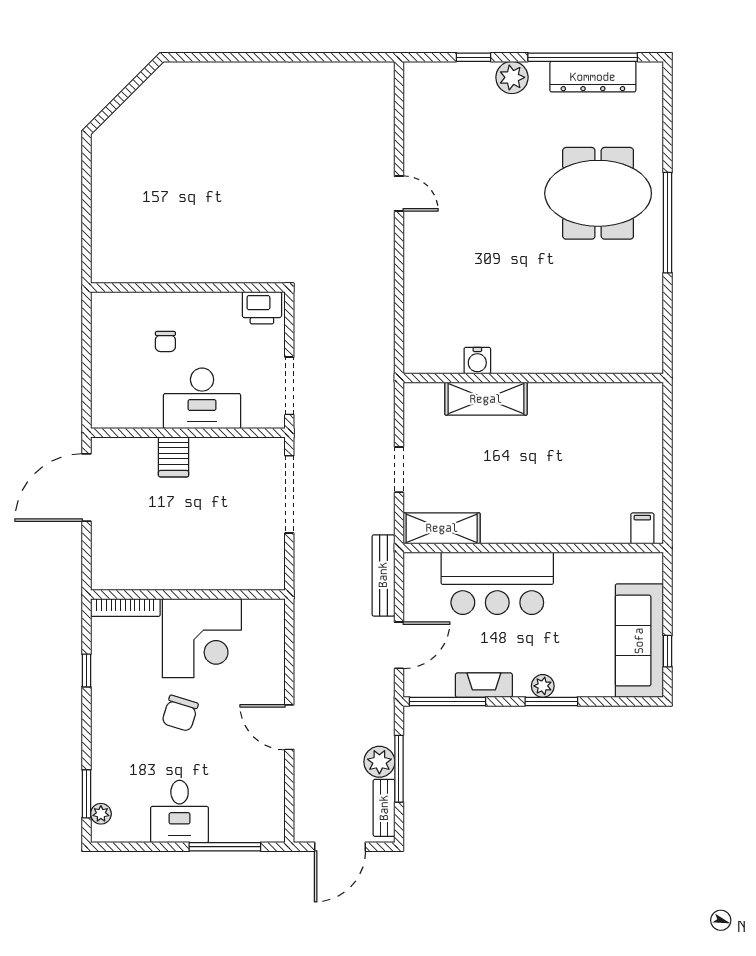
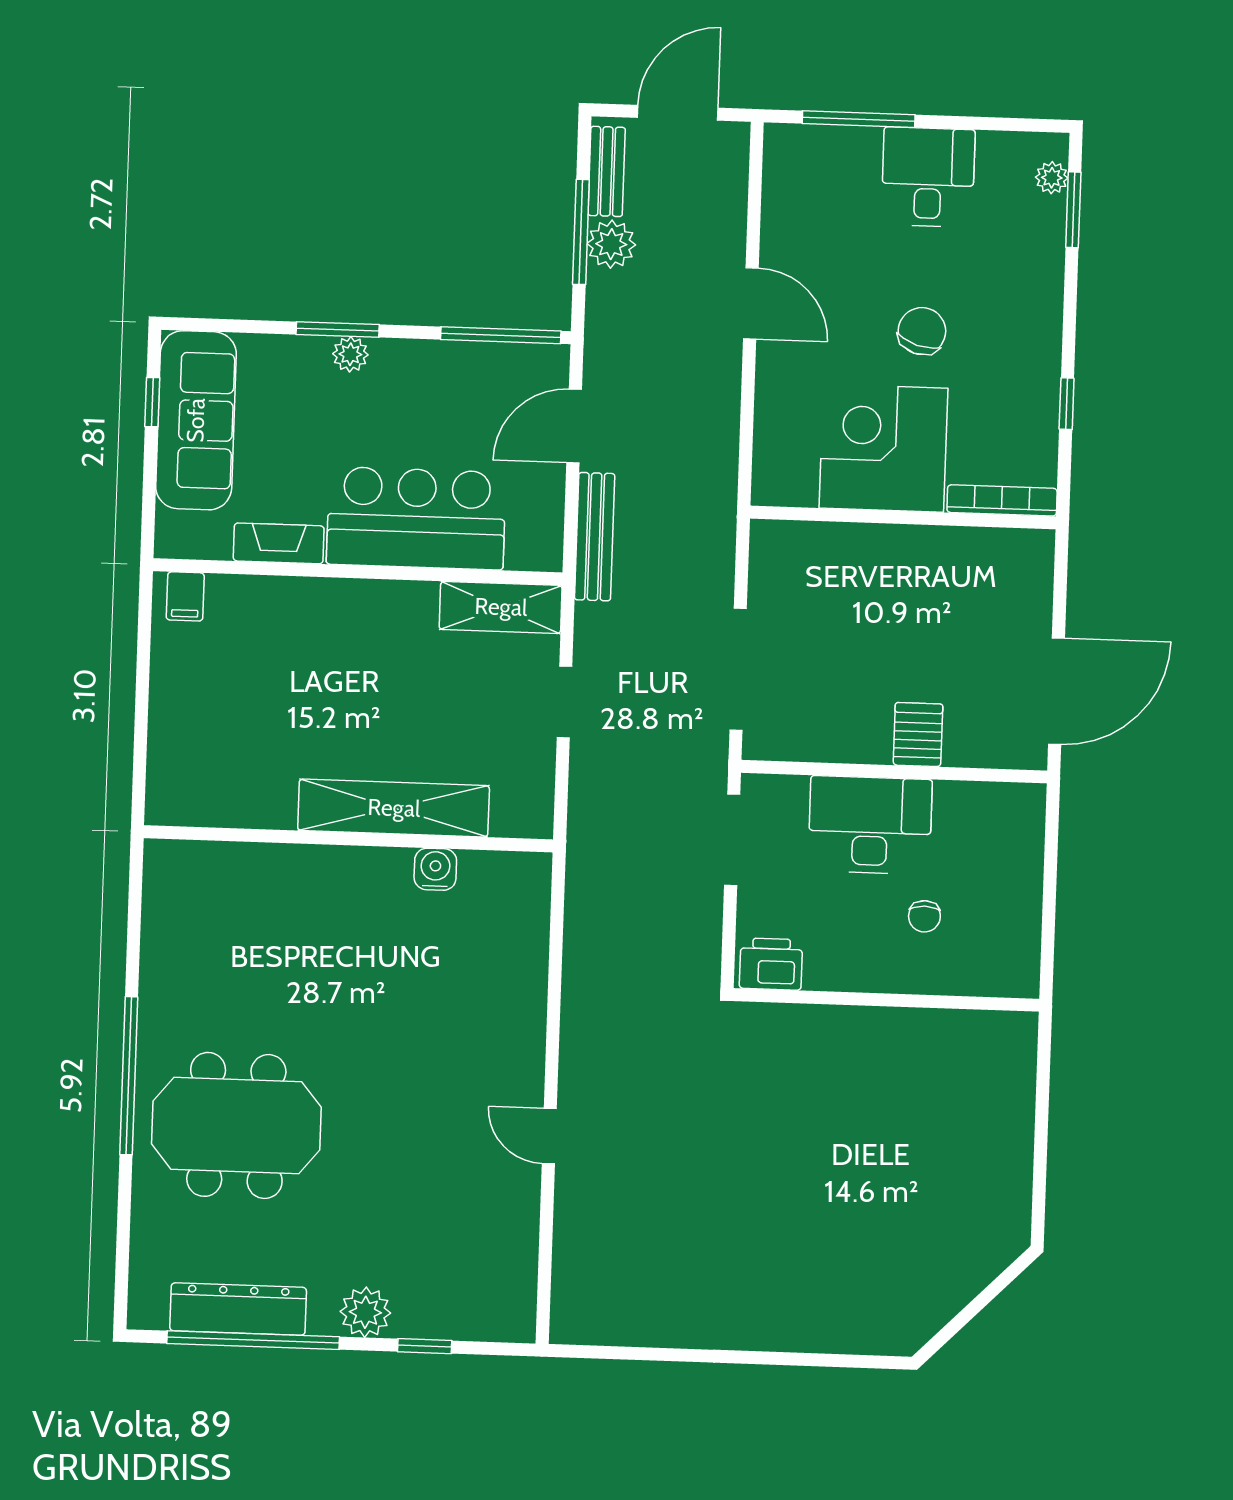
chair: (165, 342) -> (924, 916), turned 180
shelving: (486, 399) -> (394, 808), width x1.47
fireplace: (484, 685) -> (279, 543), moved, turned 180

